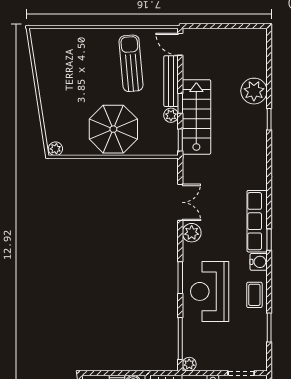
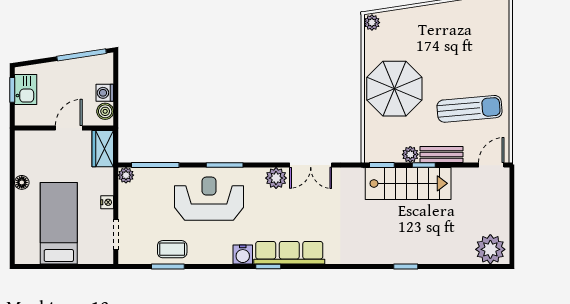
bench: (171, 81) -> (441, 154), width x0.73
plant: (254, 91) -> (490, 249), moved
coffee table: (254, 295) -> (172, 249), moved

